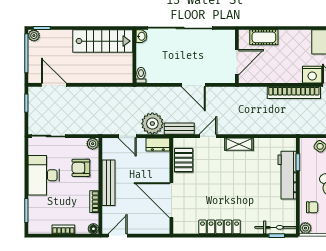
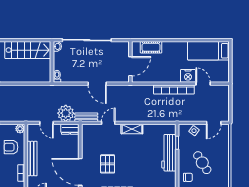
pallet: (184, 160) -> (108, 164), moved

